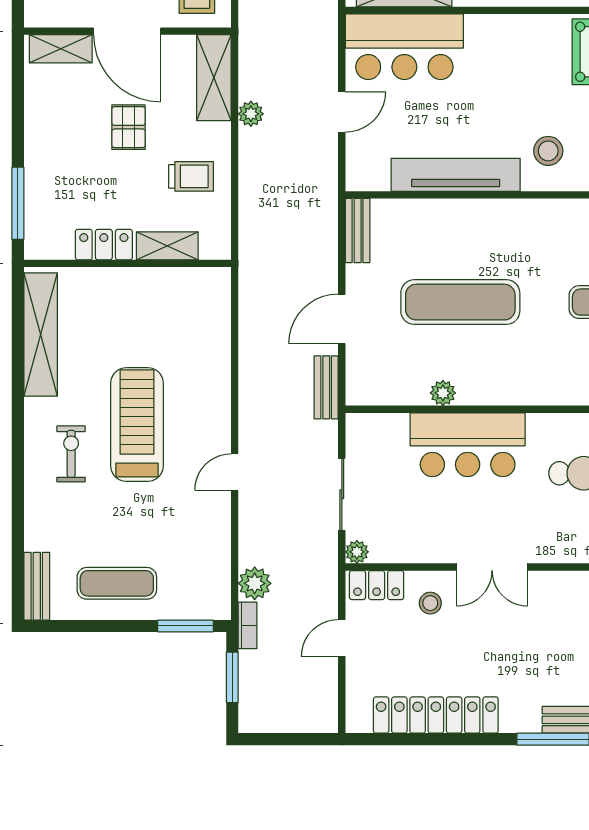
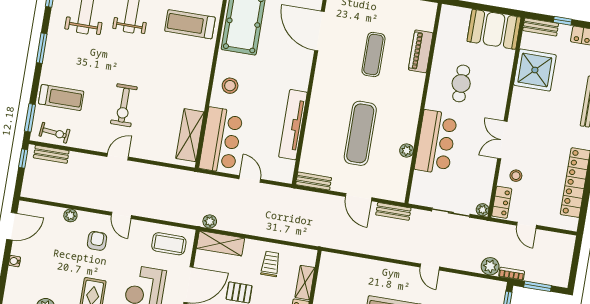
plant: (251, 114) -> (210, 221), moved
stool: (548, 151) -> (230, 86), moved
double door: (492, 567) -> (502, 140), swing flipped

